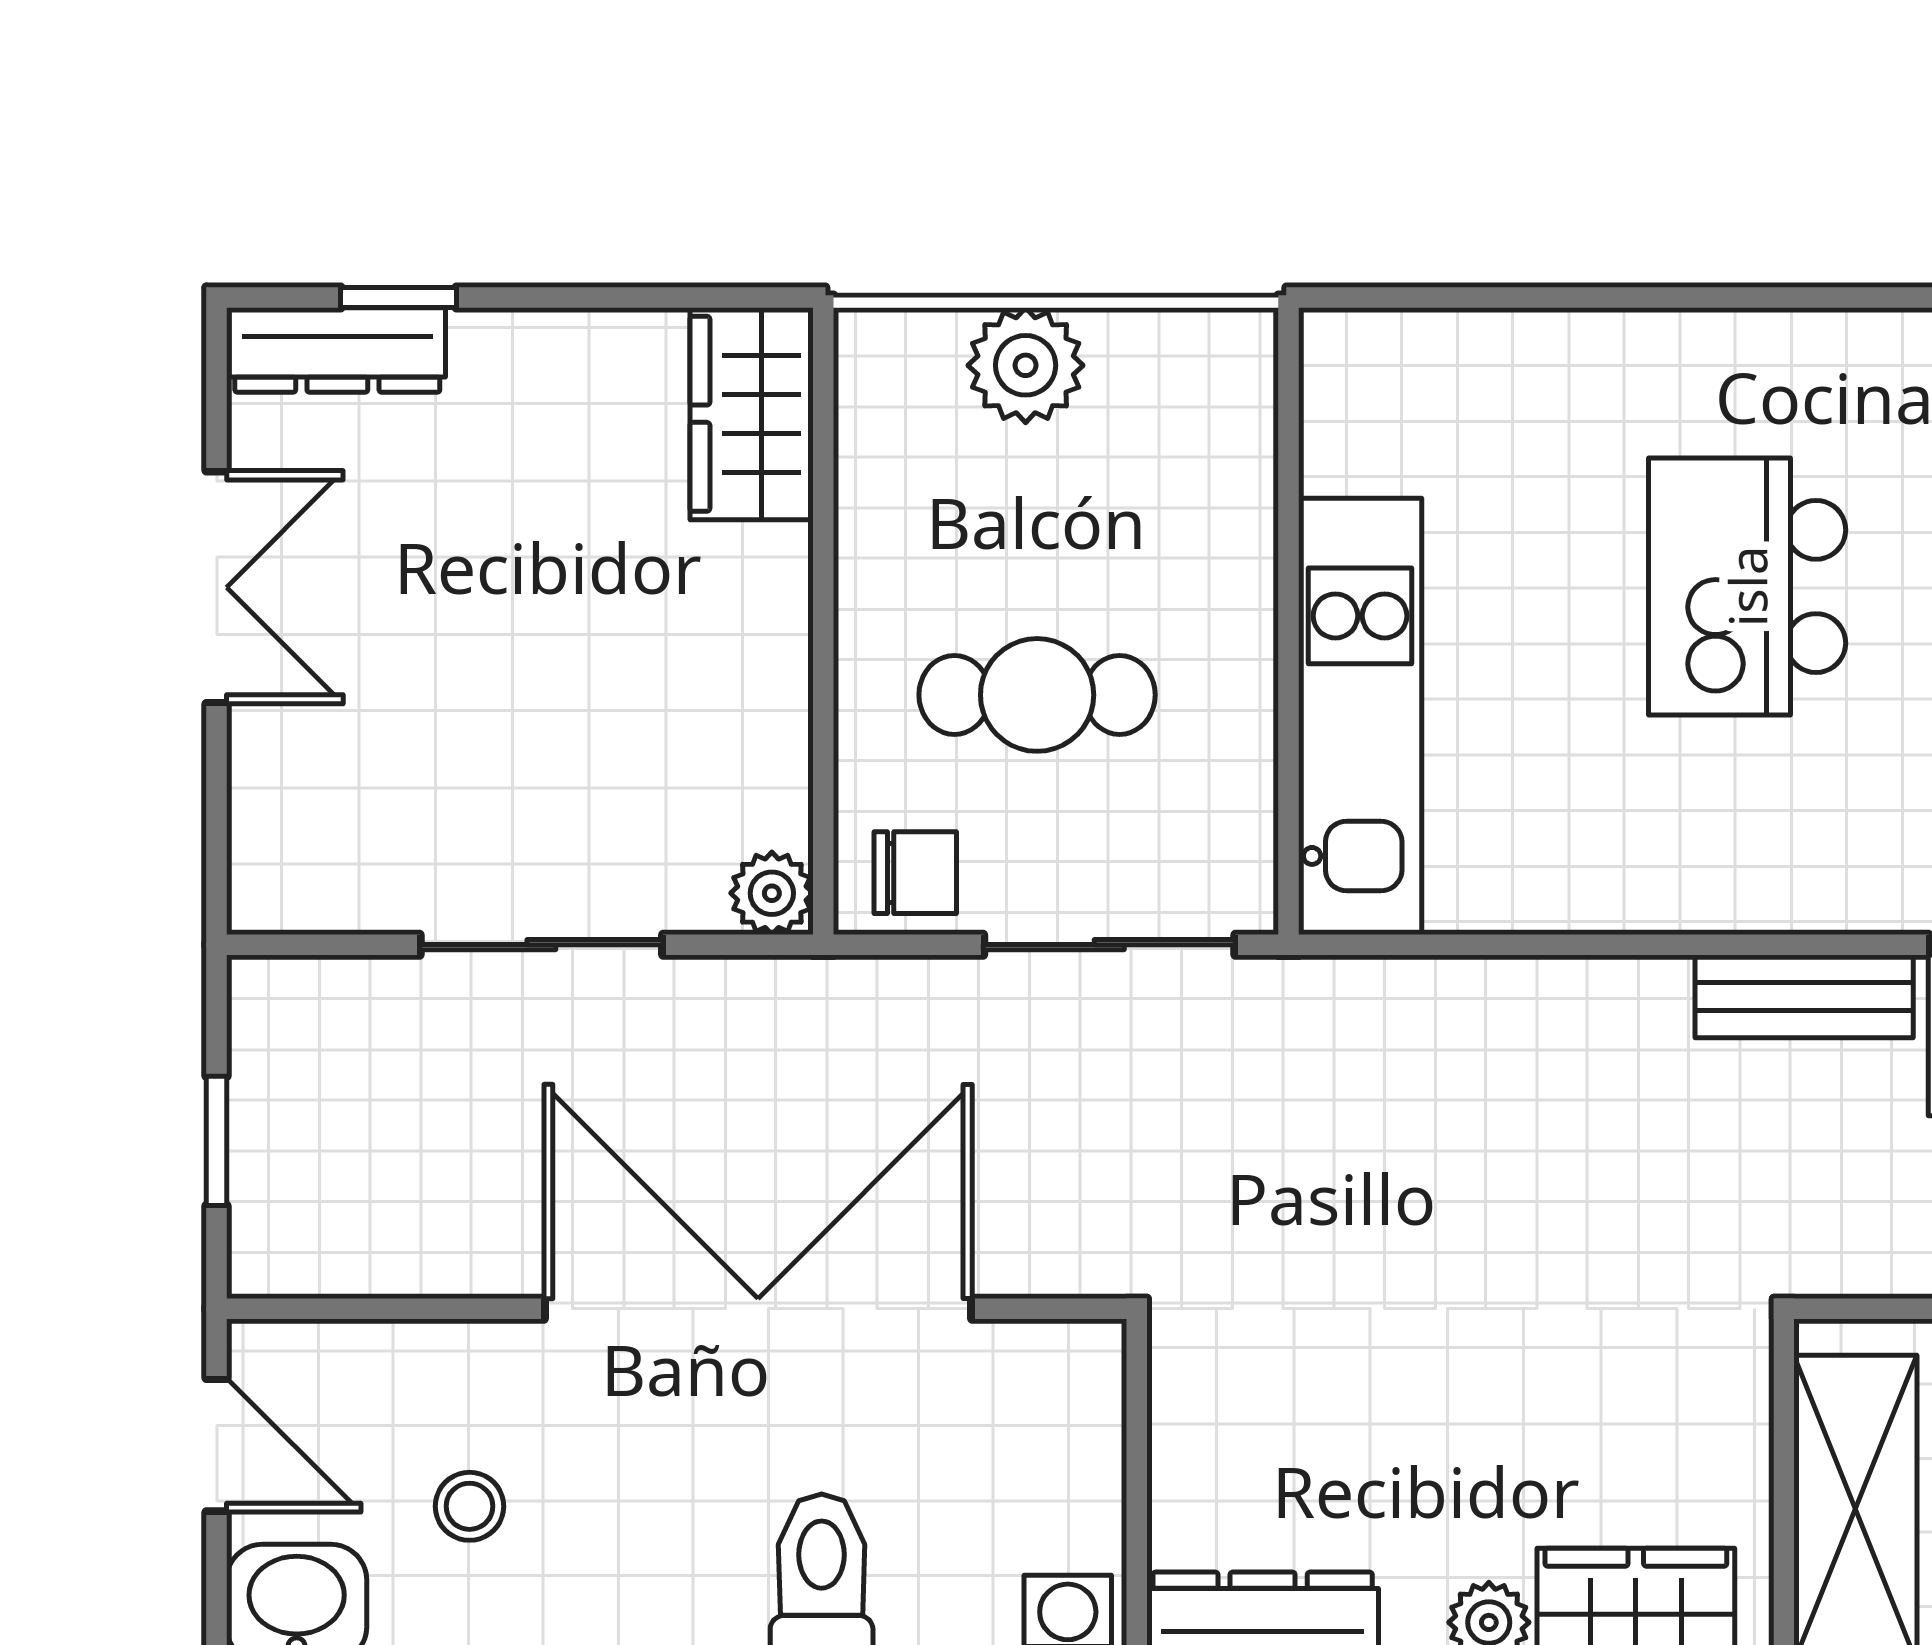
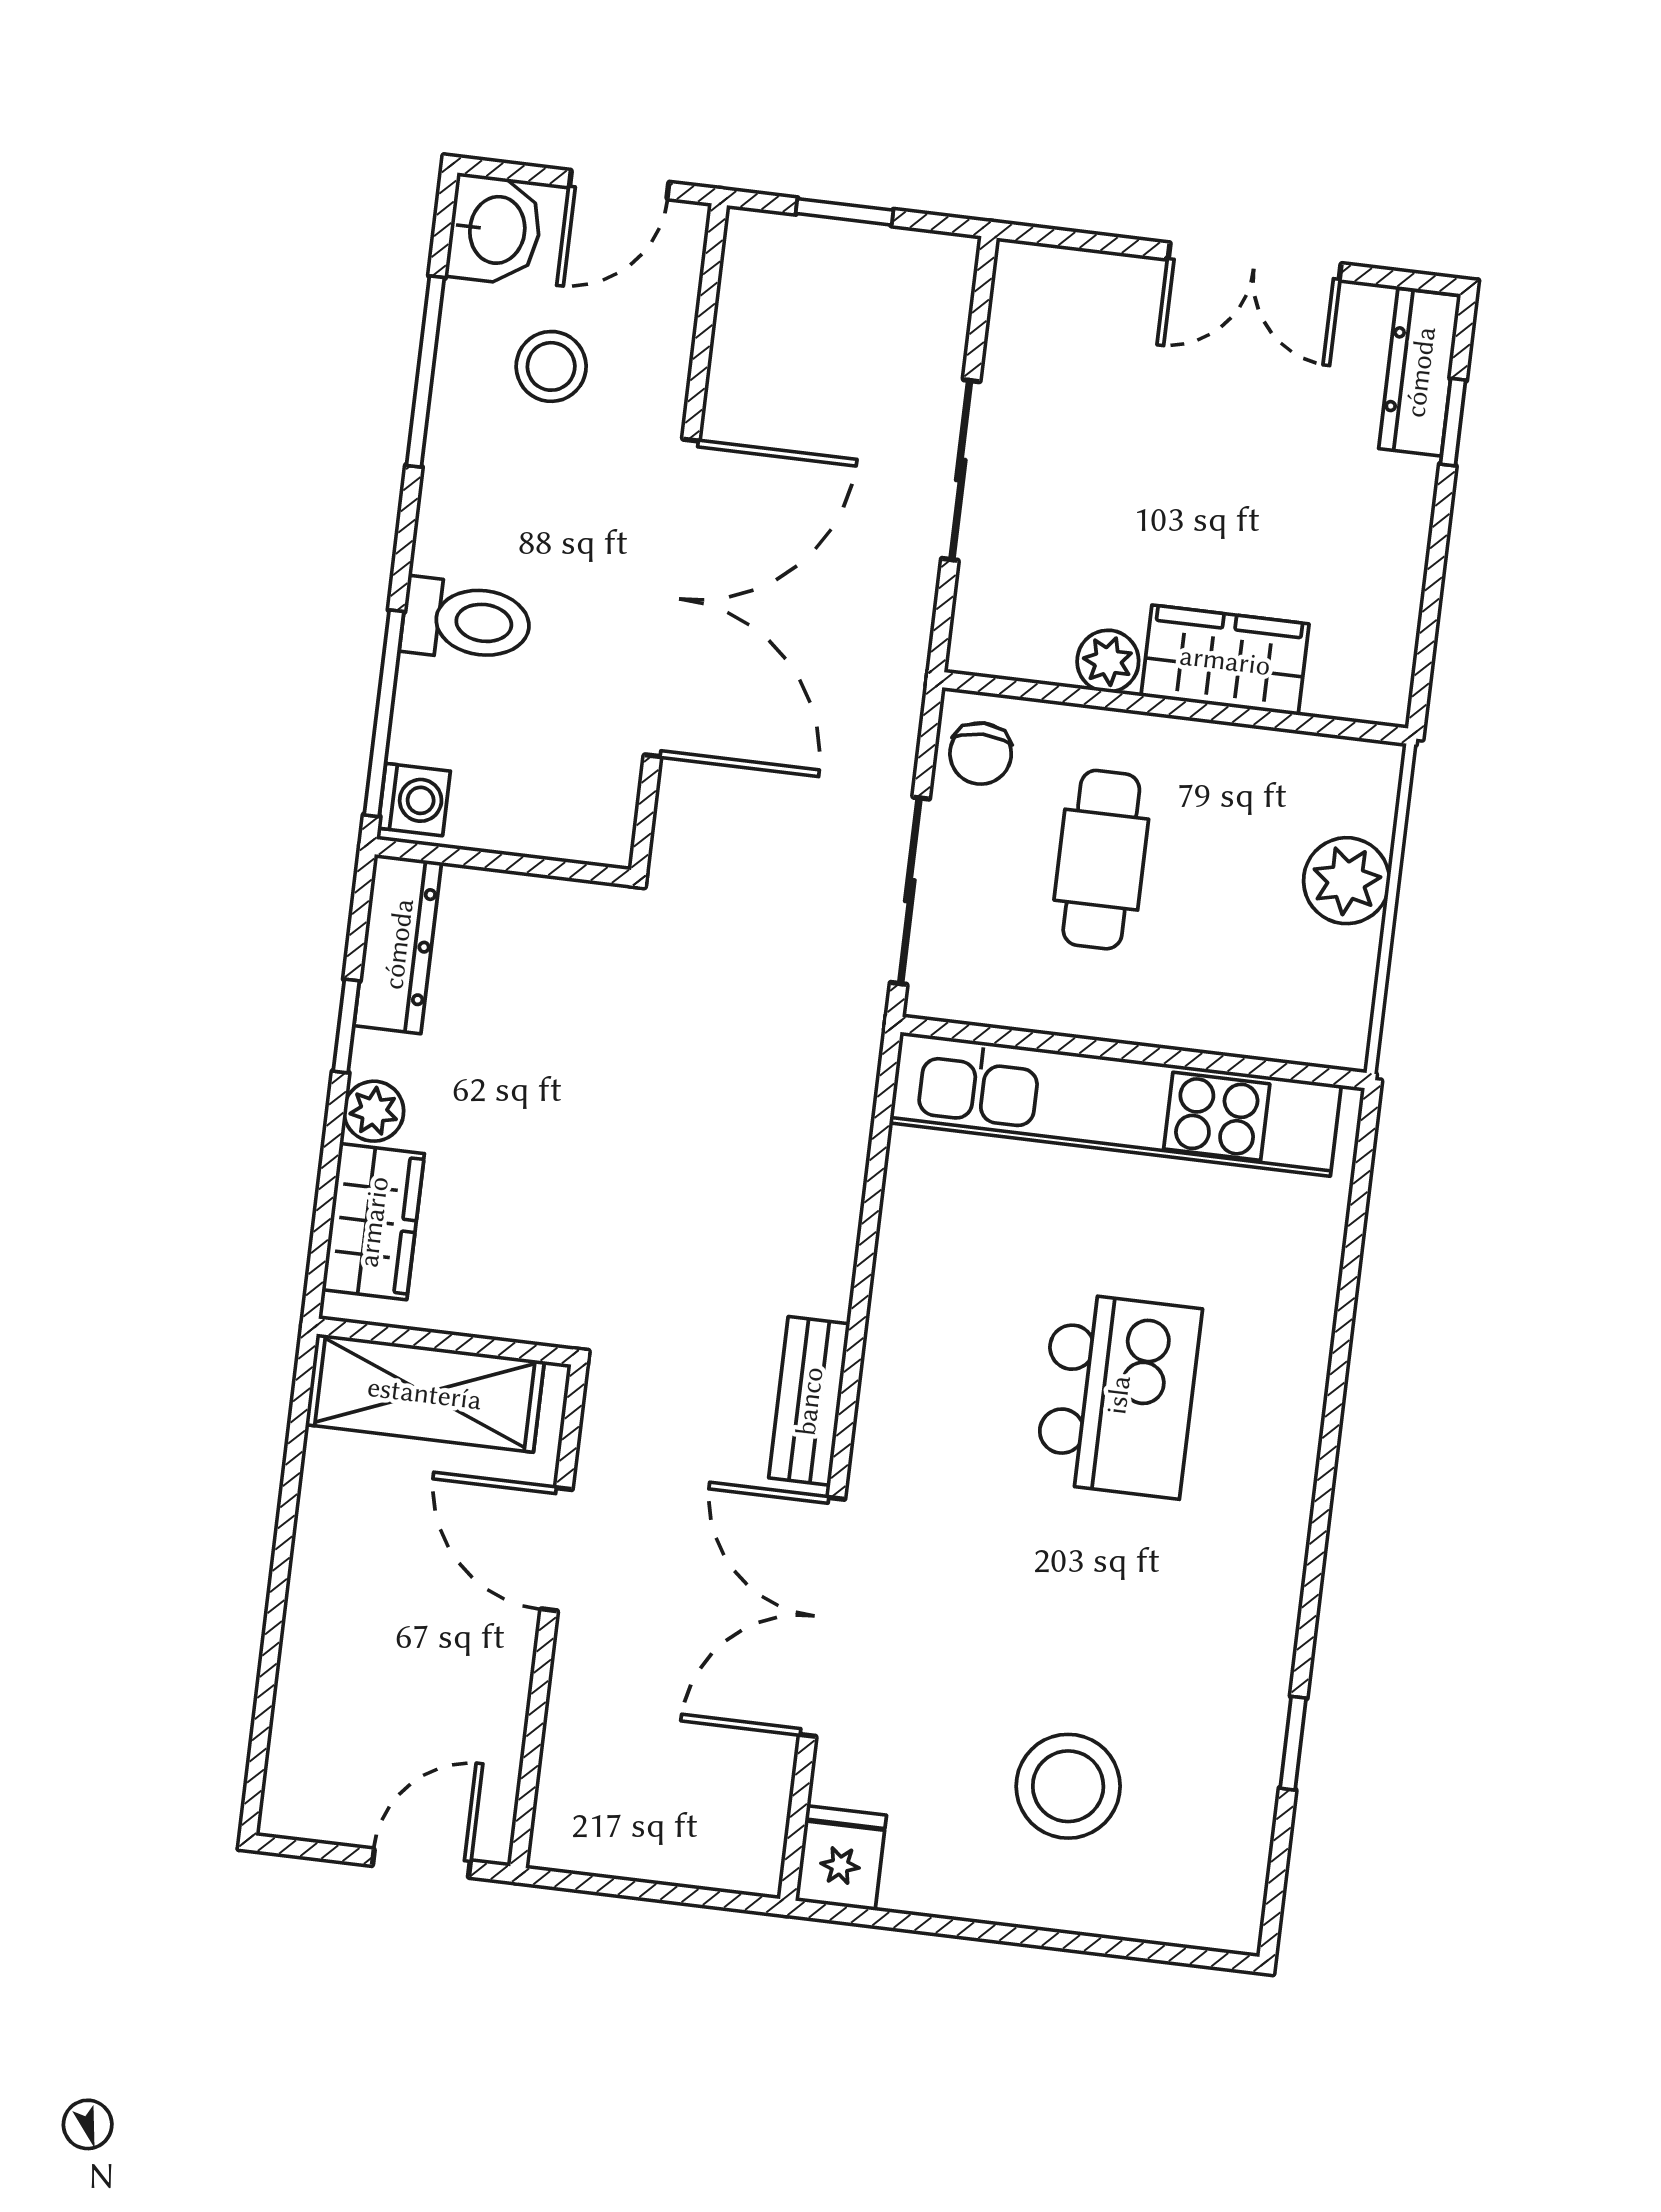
wardrobe: (752, 414) -> (1225, 660), moved
kitchen island: (1747, 586) -> (1118, 1395), turned 90
kitchen unit: (1360, 716) -> (1115, 1104), width x1.36
plant: (772, 893) -> (1108, 661), moved
stool: (470, 1506) -> (551, 366), width x1.37, depth x1.37

